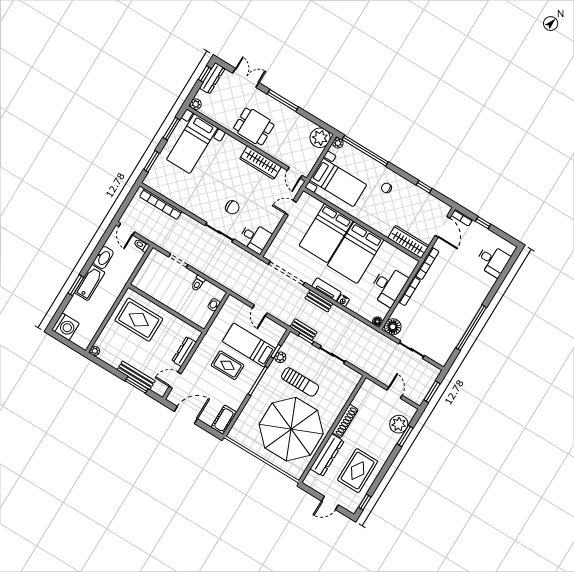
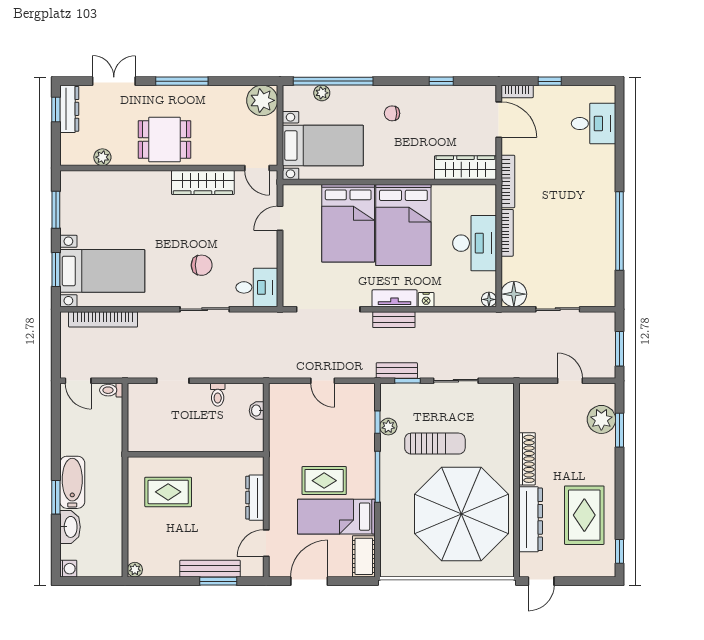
plant: (196, 104) -> (102, 157), moved
plant: (338, 143) -> (322, 93), moved
bed with nightstands: (192, 144) -> (102, 271), moved, turned -90
washbasin: (103, 258) -> (70, 527), moved
rug: (139, 320) -> (168, 492), width x0.73, depth x0.70
washing machine: (65, 327) -> (68, 569), width x0.53, depth x0.53
bed: (249, 345) -> (336, 517), moved
door: (330, 503) -> (541, 581), moved

